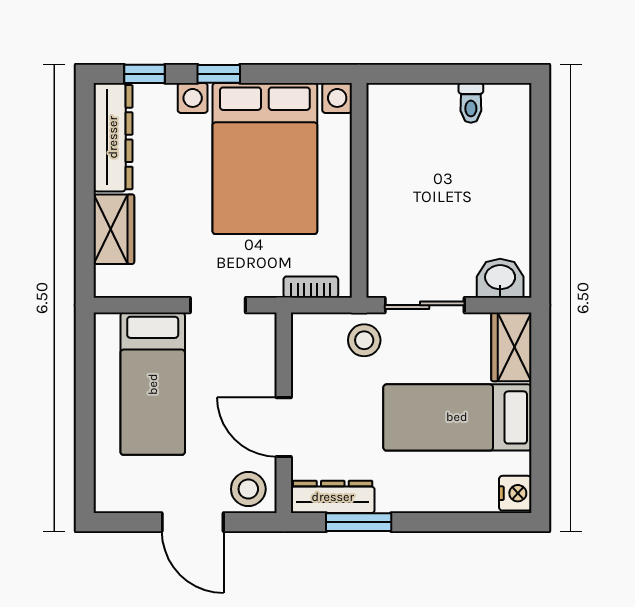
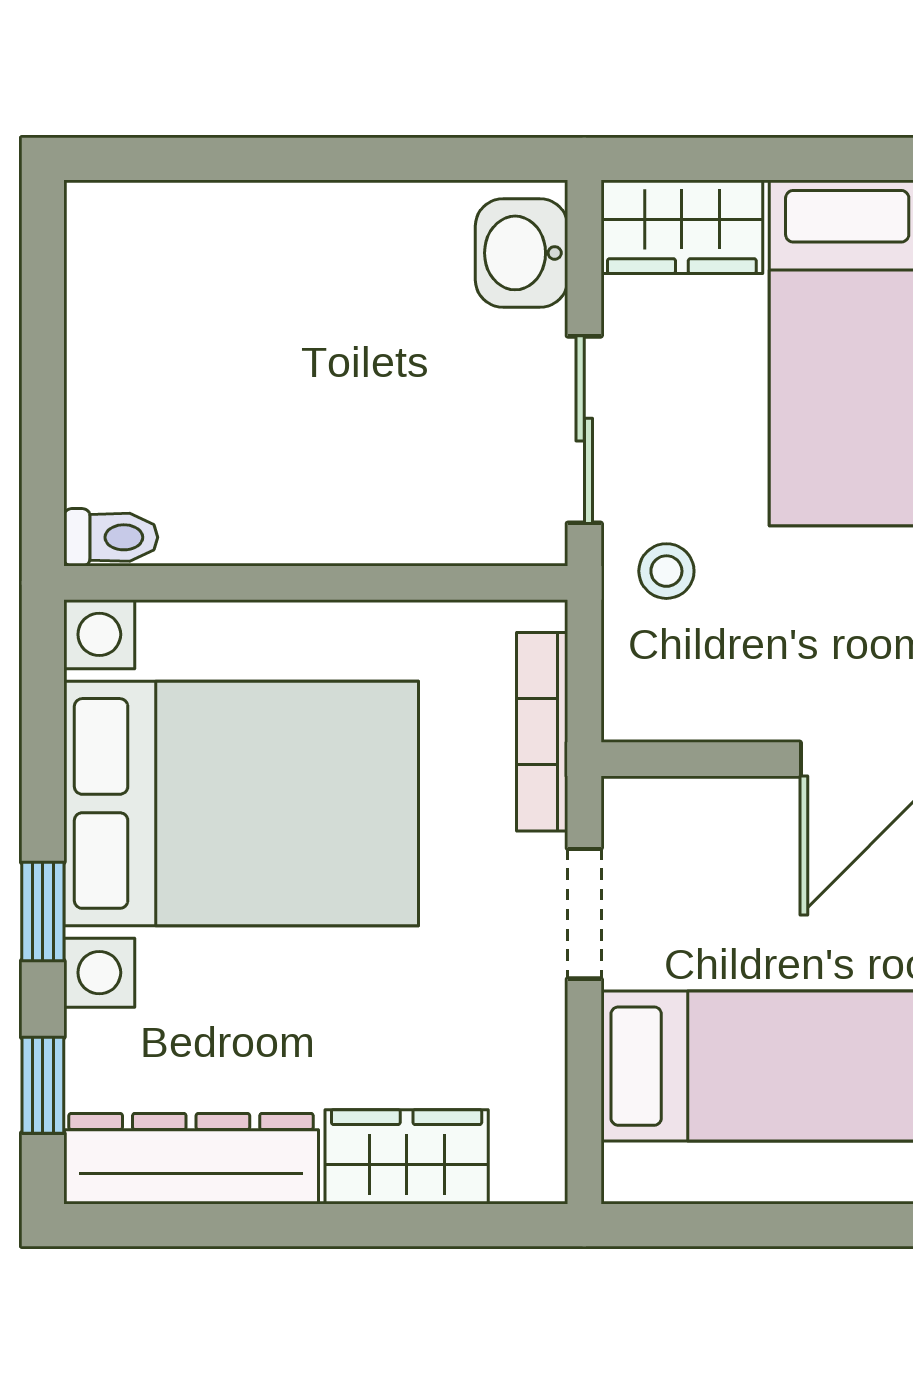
toilet: (471, 103) -> (111, 537), moved
bookcase: (311, 287) -> (542, 732), width x1.56
stool: (364, 340) -> (666, 571), width x0.73, depth x0.73

